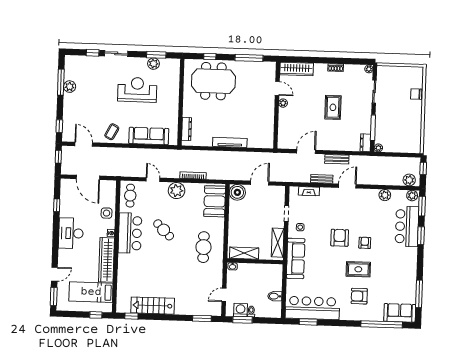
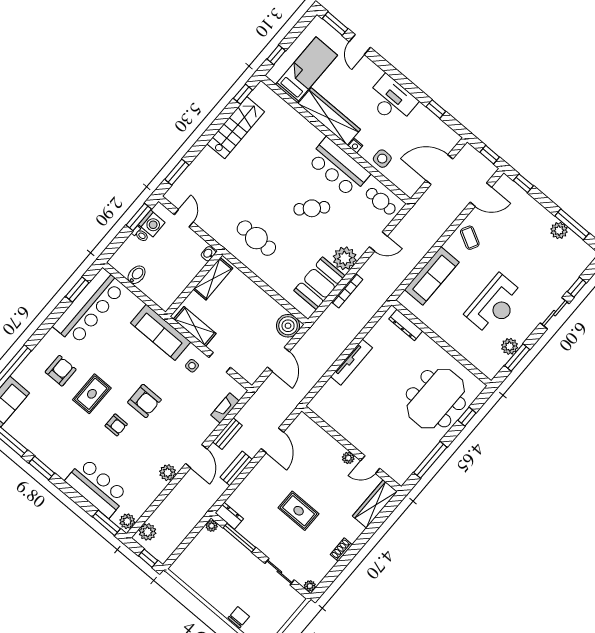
plant: (385, 195) -> (168, 473), moved
booth: (215, 201) -> (319, 283), moved, turned 90
window: (421, 236) -> (42, 468), moved

